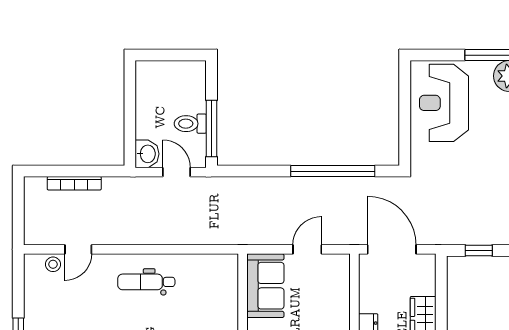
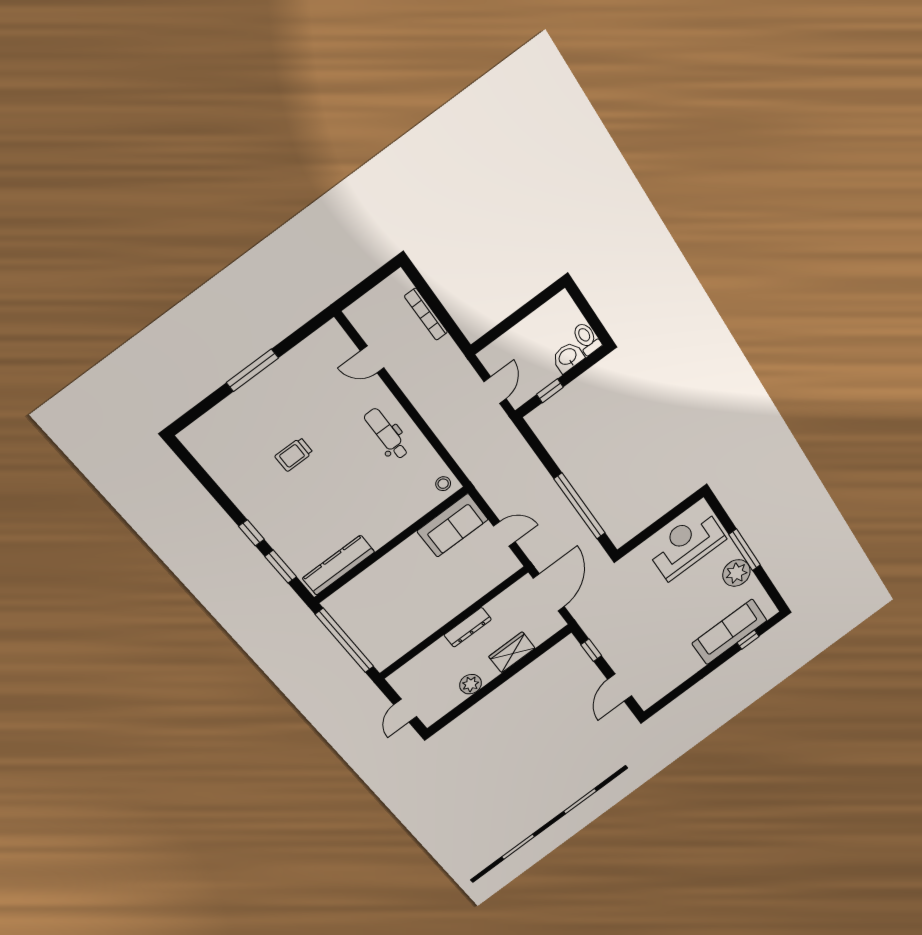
toilet: (190, 124) -> (587, 338), moved
window: (211, 129) -> (550, 391), width x0.46
washbasin: (147, 154) -> (568, 357), moved, turned 180
stool: (53, 264) -> (443, 484), moved

